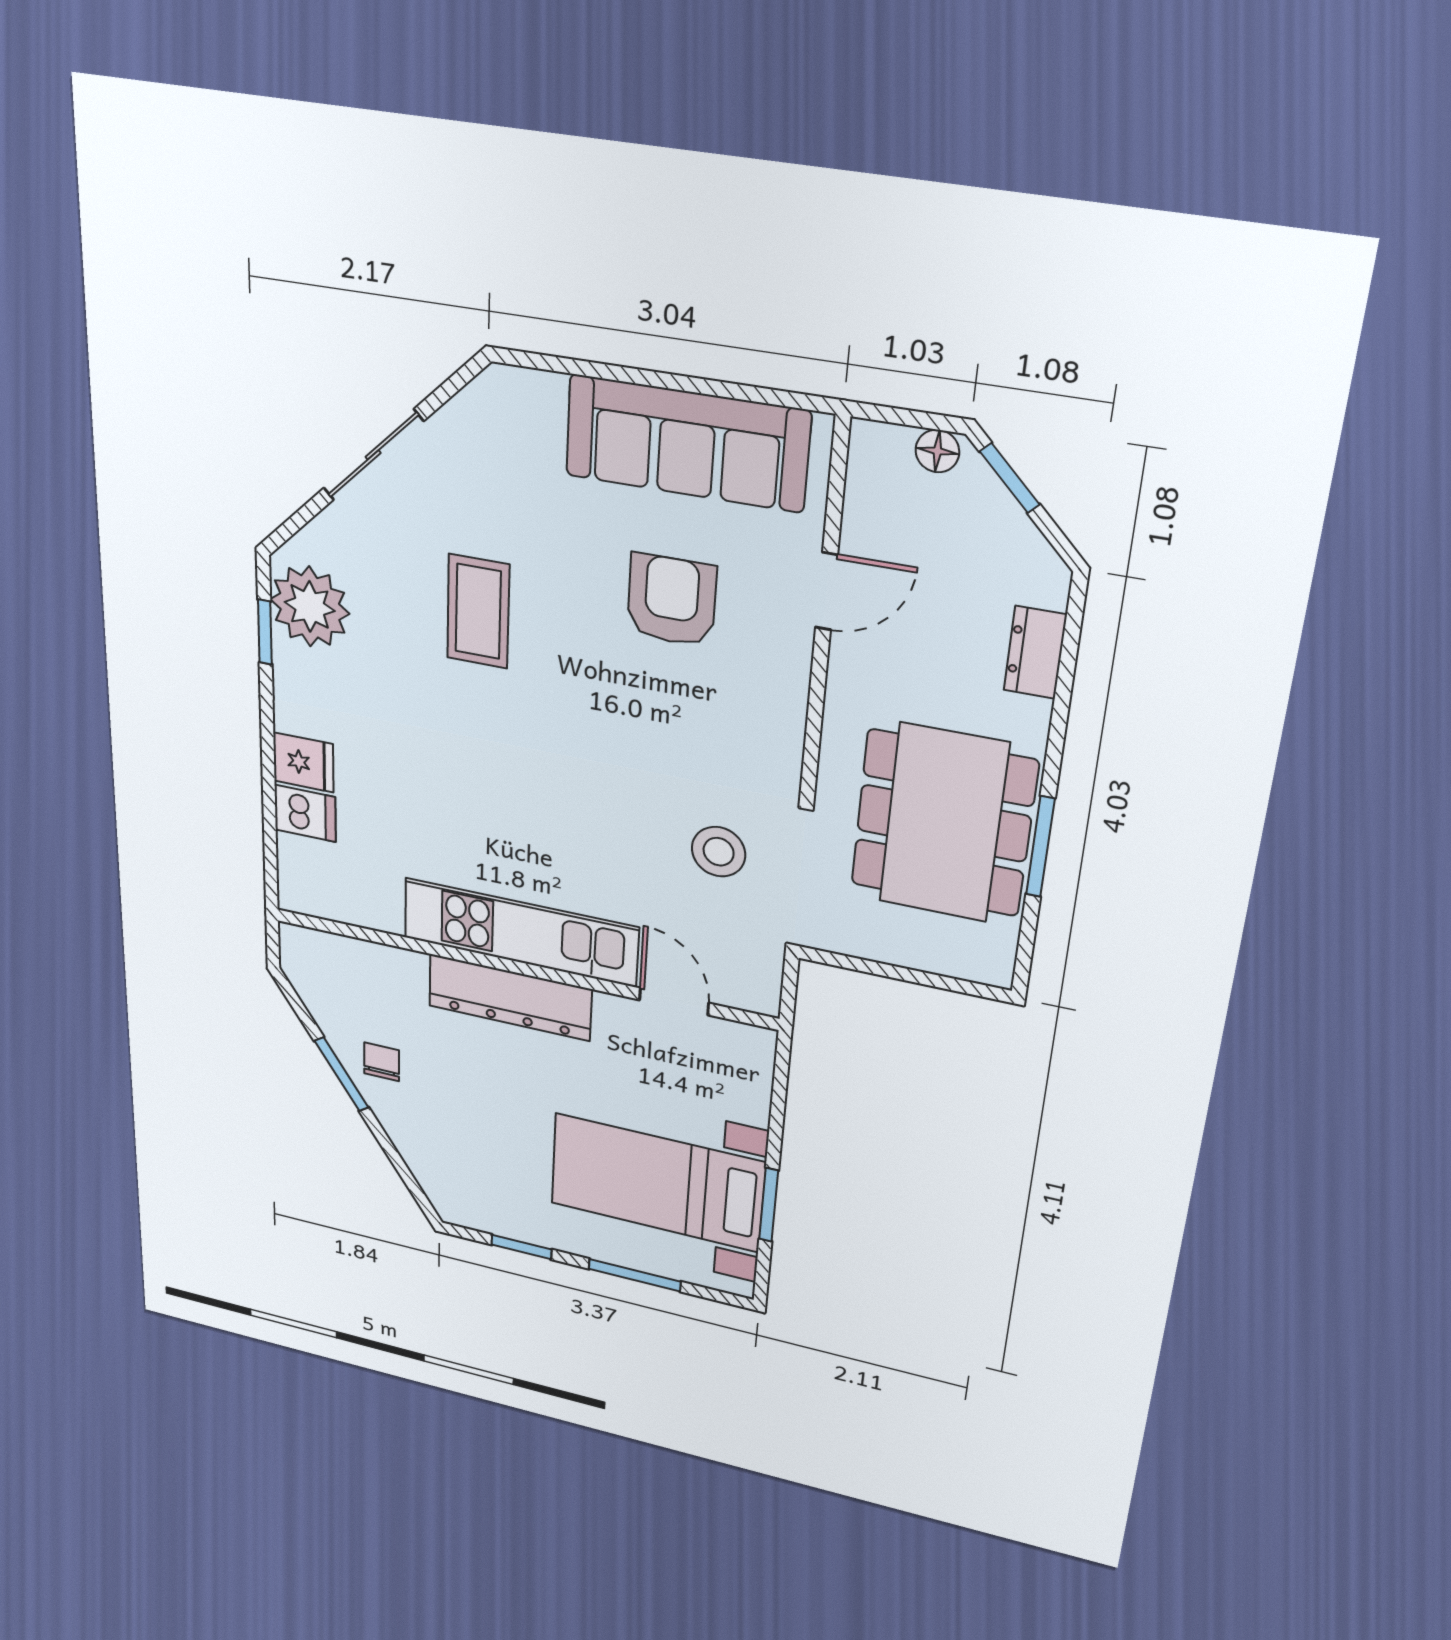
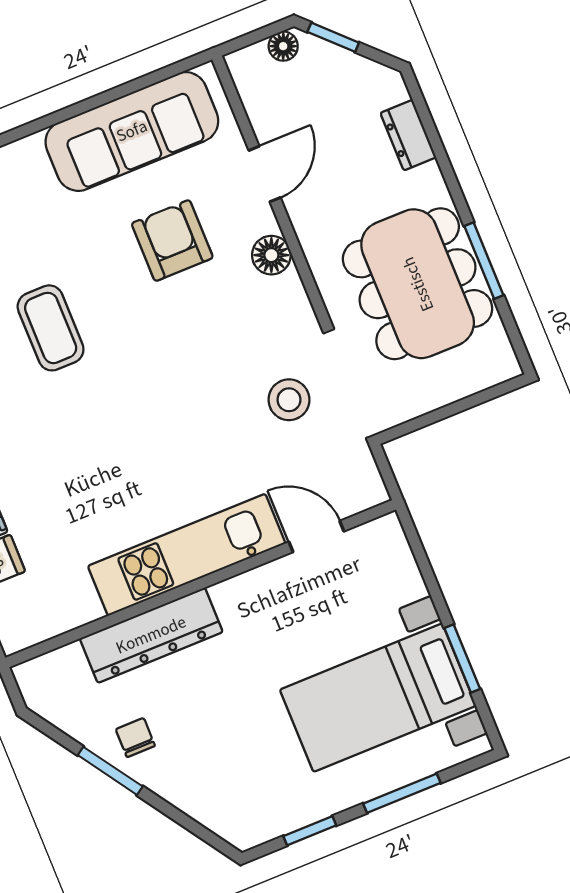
floor lamp: (784, 688) -> (271, 255), added
dresser: (510, 997) -> (151, 635), moved

